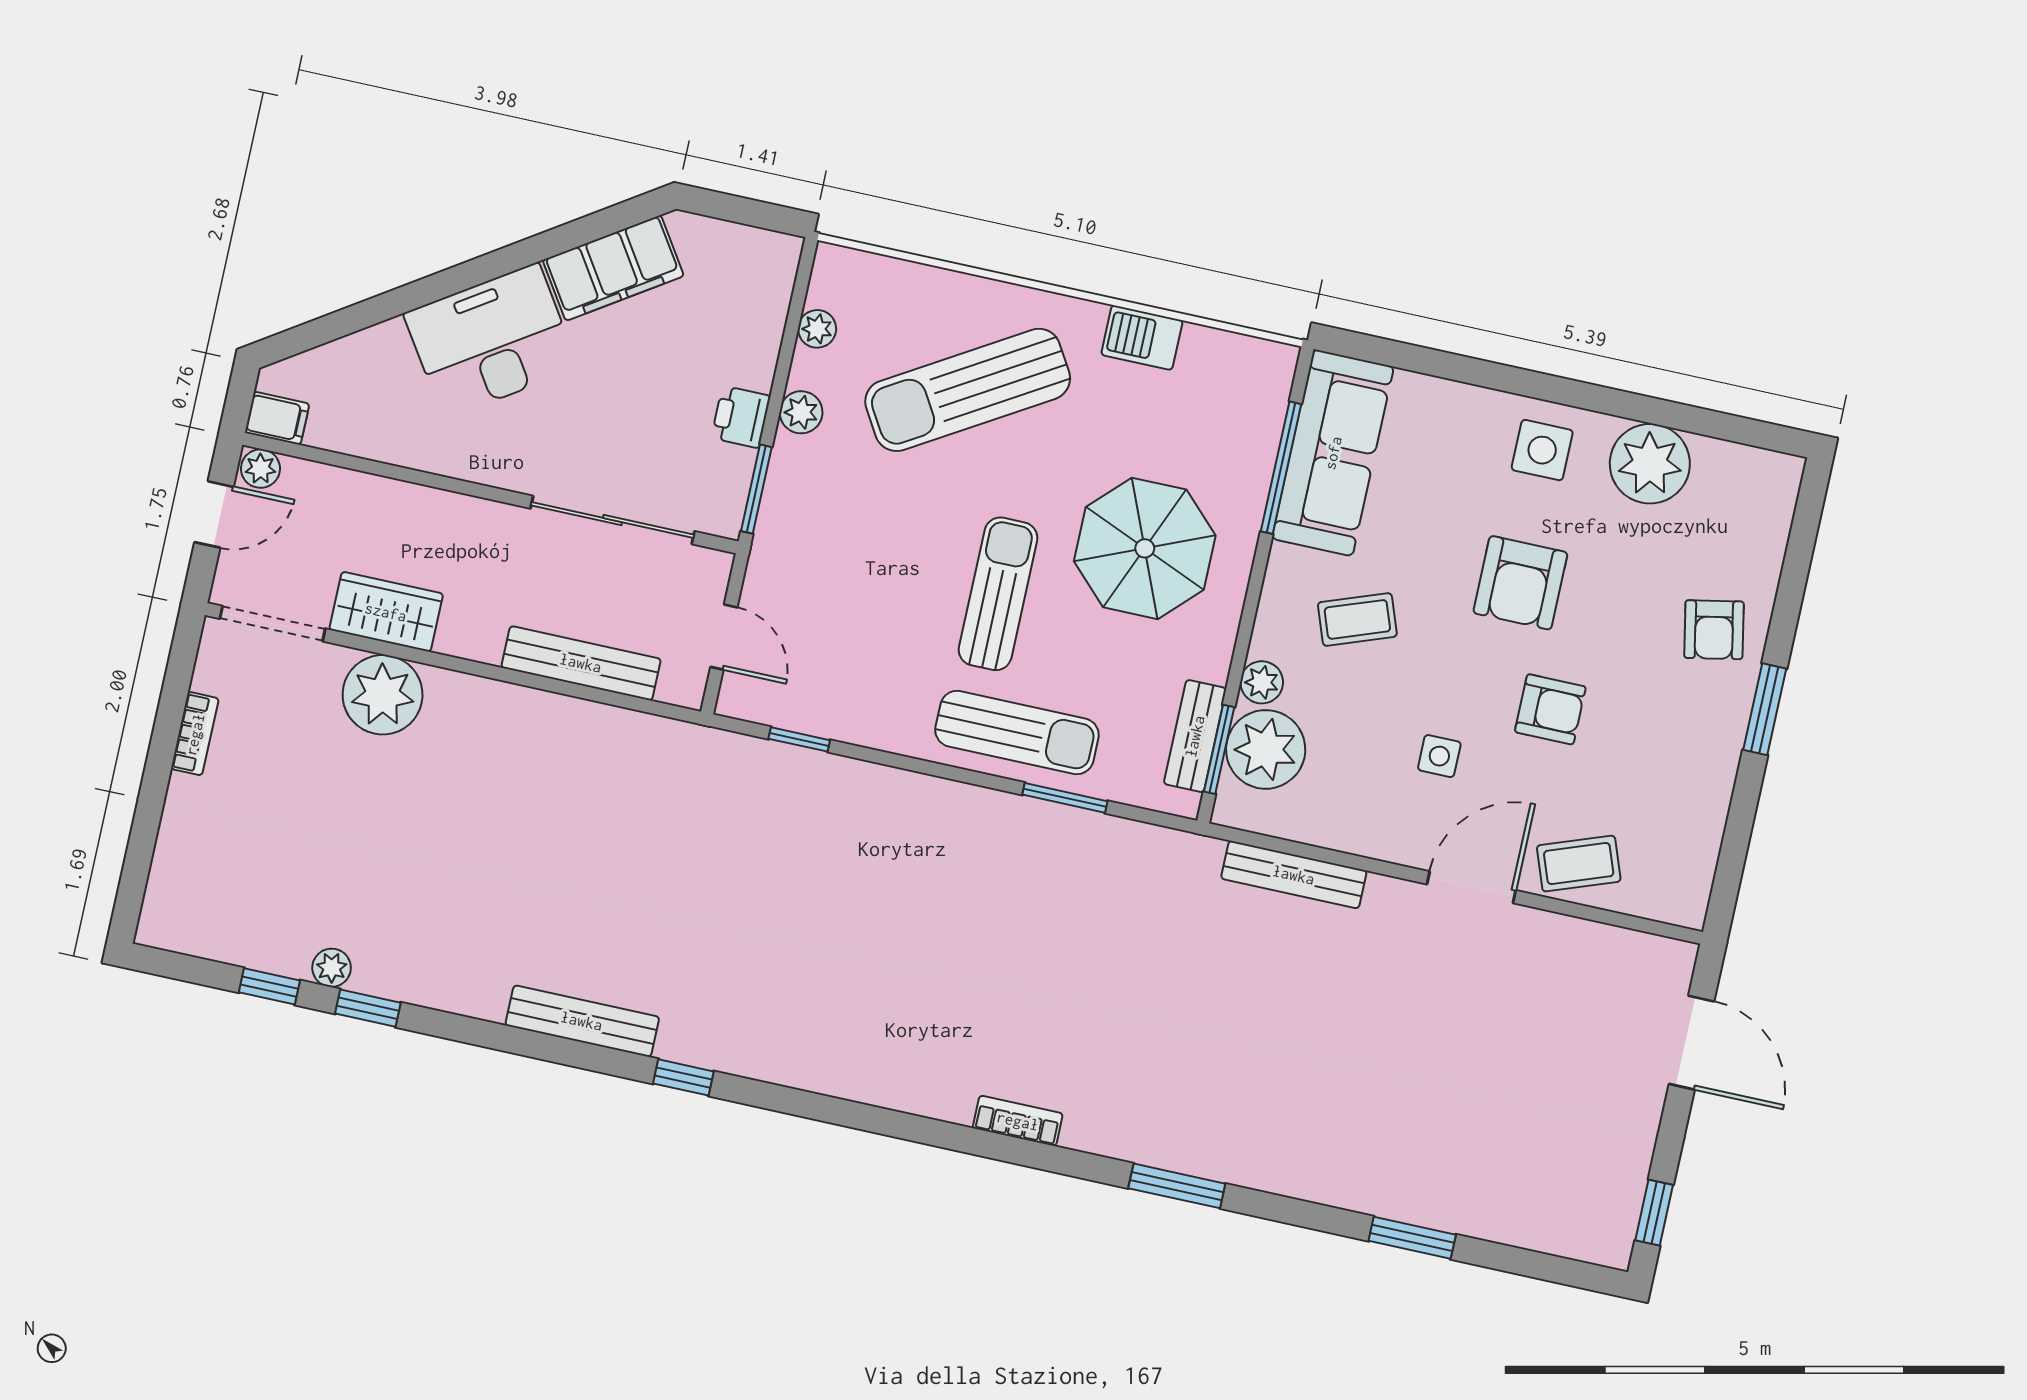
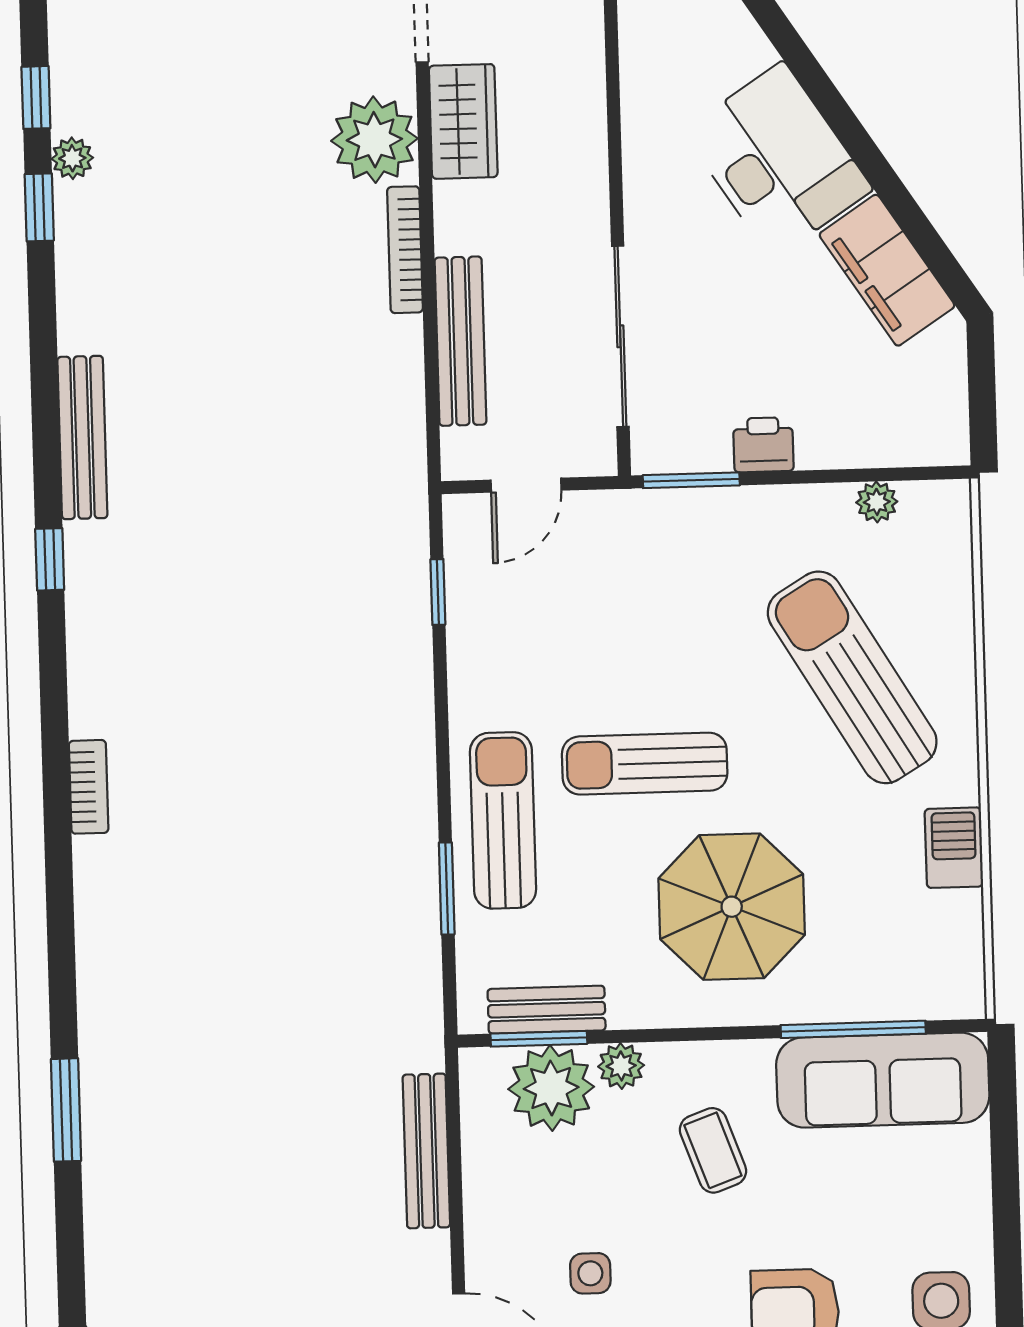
plant: (801, 412) -> (784, 507), removed
sun lounger: (998, 594) -> (645, 764), turned 180
bookcase: (487, 692) -> (405, 250), added
sun lounger: (1017, 732) -> (503, 820), turned 180
bookcase: (1018, 1121) -> (89, 787), moved

